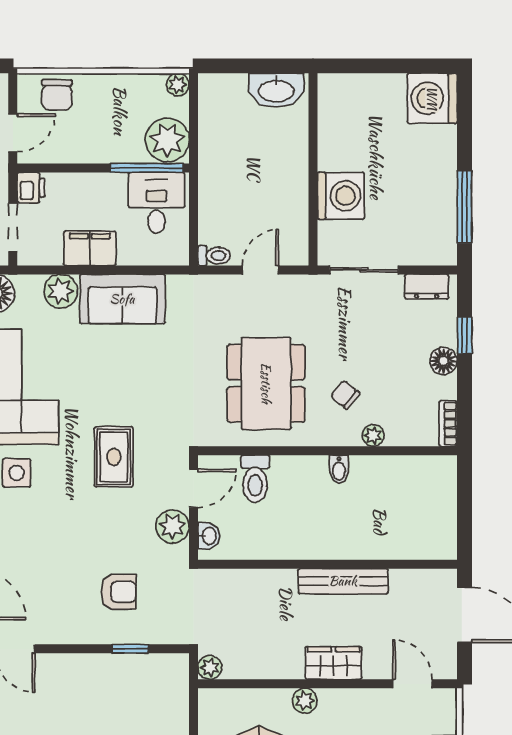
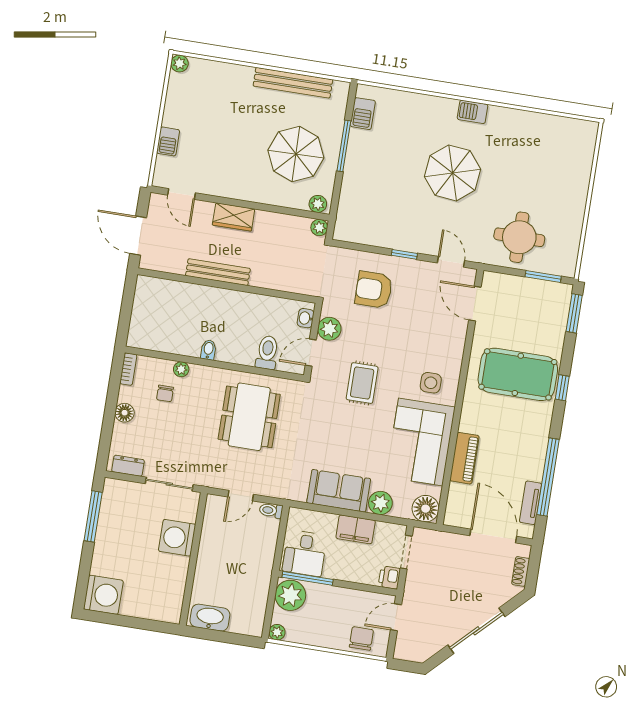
window: (464, 335) -> (107, 428), removed
chair: (345, 395) -> (165, 393), moved, turned 52
armchair: (119, 592) -> (374, 290), width x1.38, depth x1.38
window: (130, 649) -> (404, 254), moved
plant: (305, 701) -> (318, 204), moved

